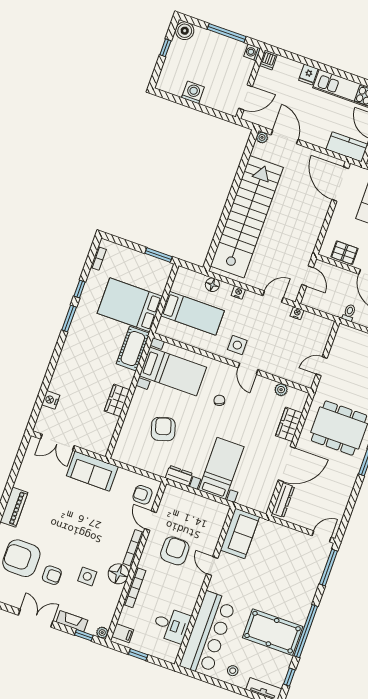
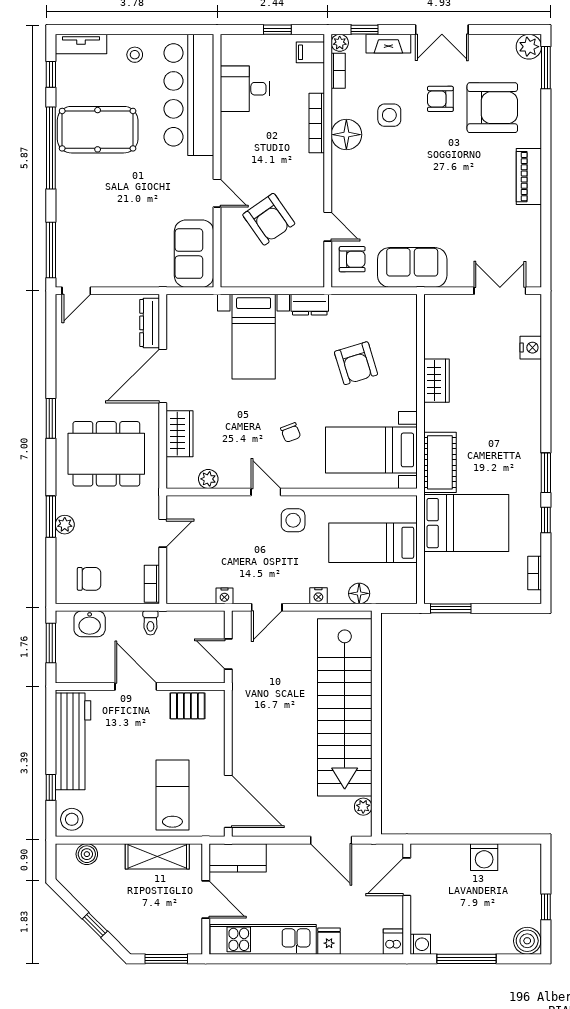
plant: (262, 137) -> (363, 807), moved
bookcase: (340, 337) -> (152, 584), added
sofa: (92, 471) -> (412, 267), moved
bookcase: (133, 548) -> (338, 71), moved, width x0.64
armchair: (175, 551) -> (269, 219), moved, turned -35

